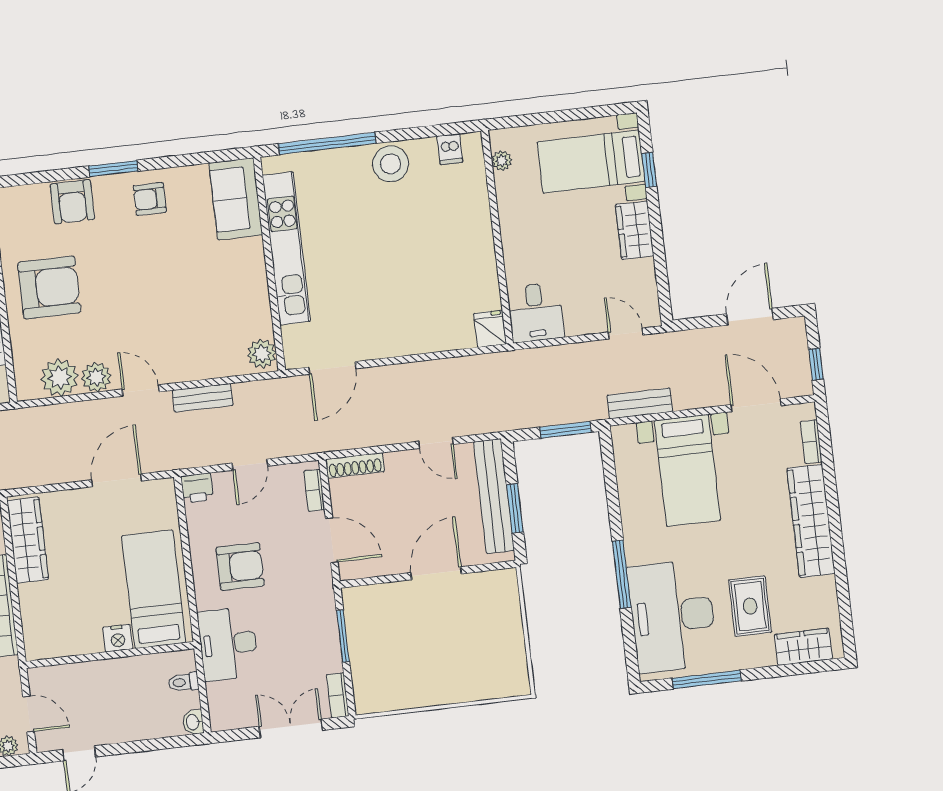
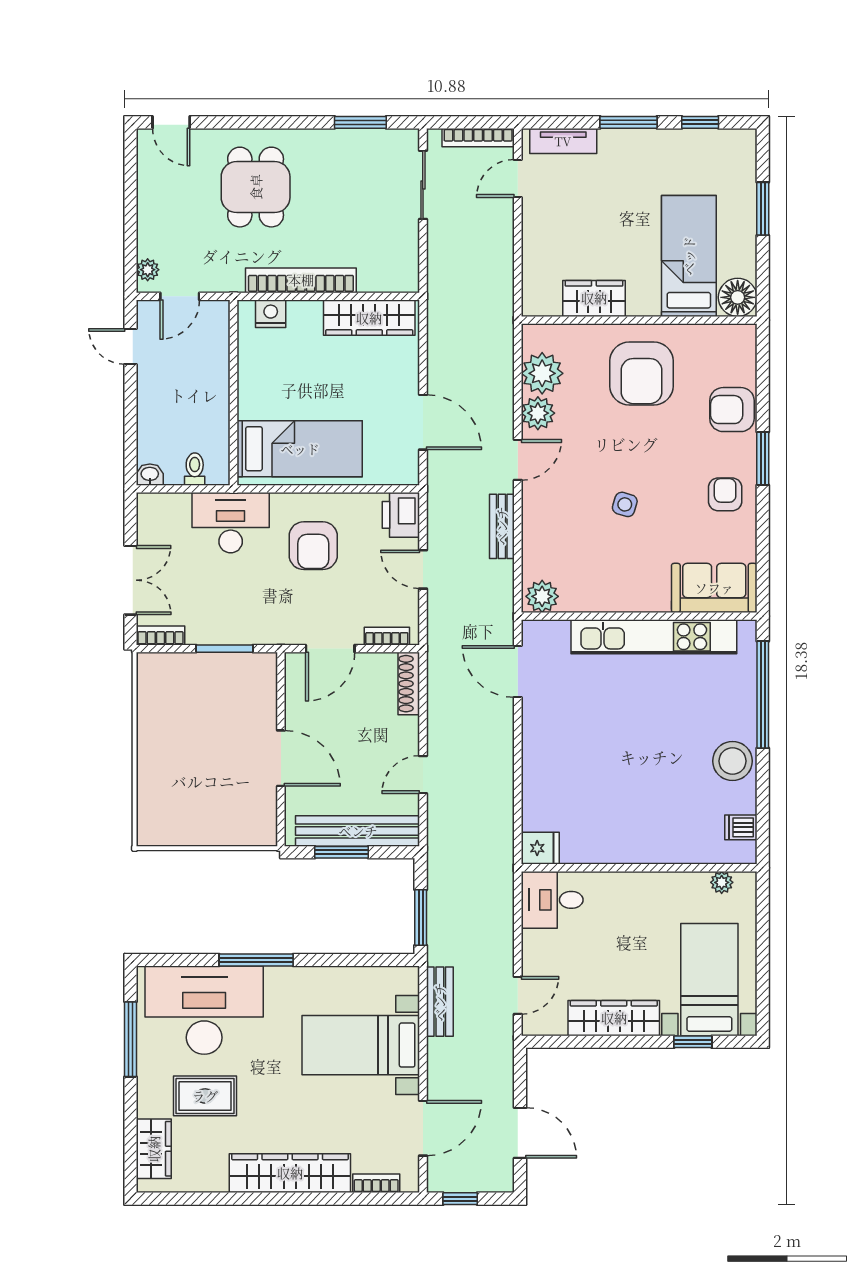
wardrobe: (635, 230) -> (614, 1018), width x1.50
side table: (170, 289) -> (625, 504), added
printer: (197, 488) -> (401, 515), width x1.36, depth x1.24
nightstand: (118, 638) -> (271, 314), moved, turned 90

